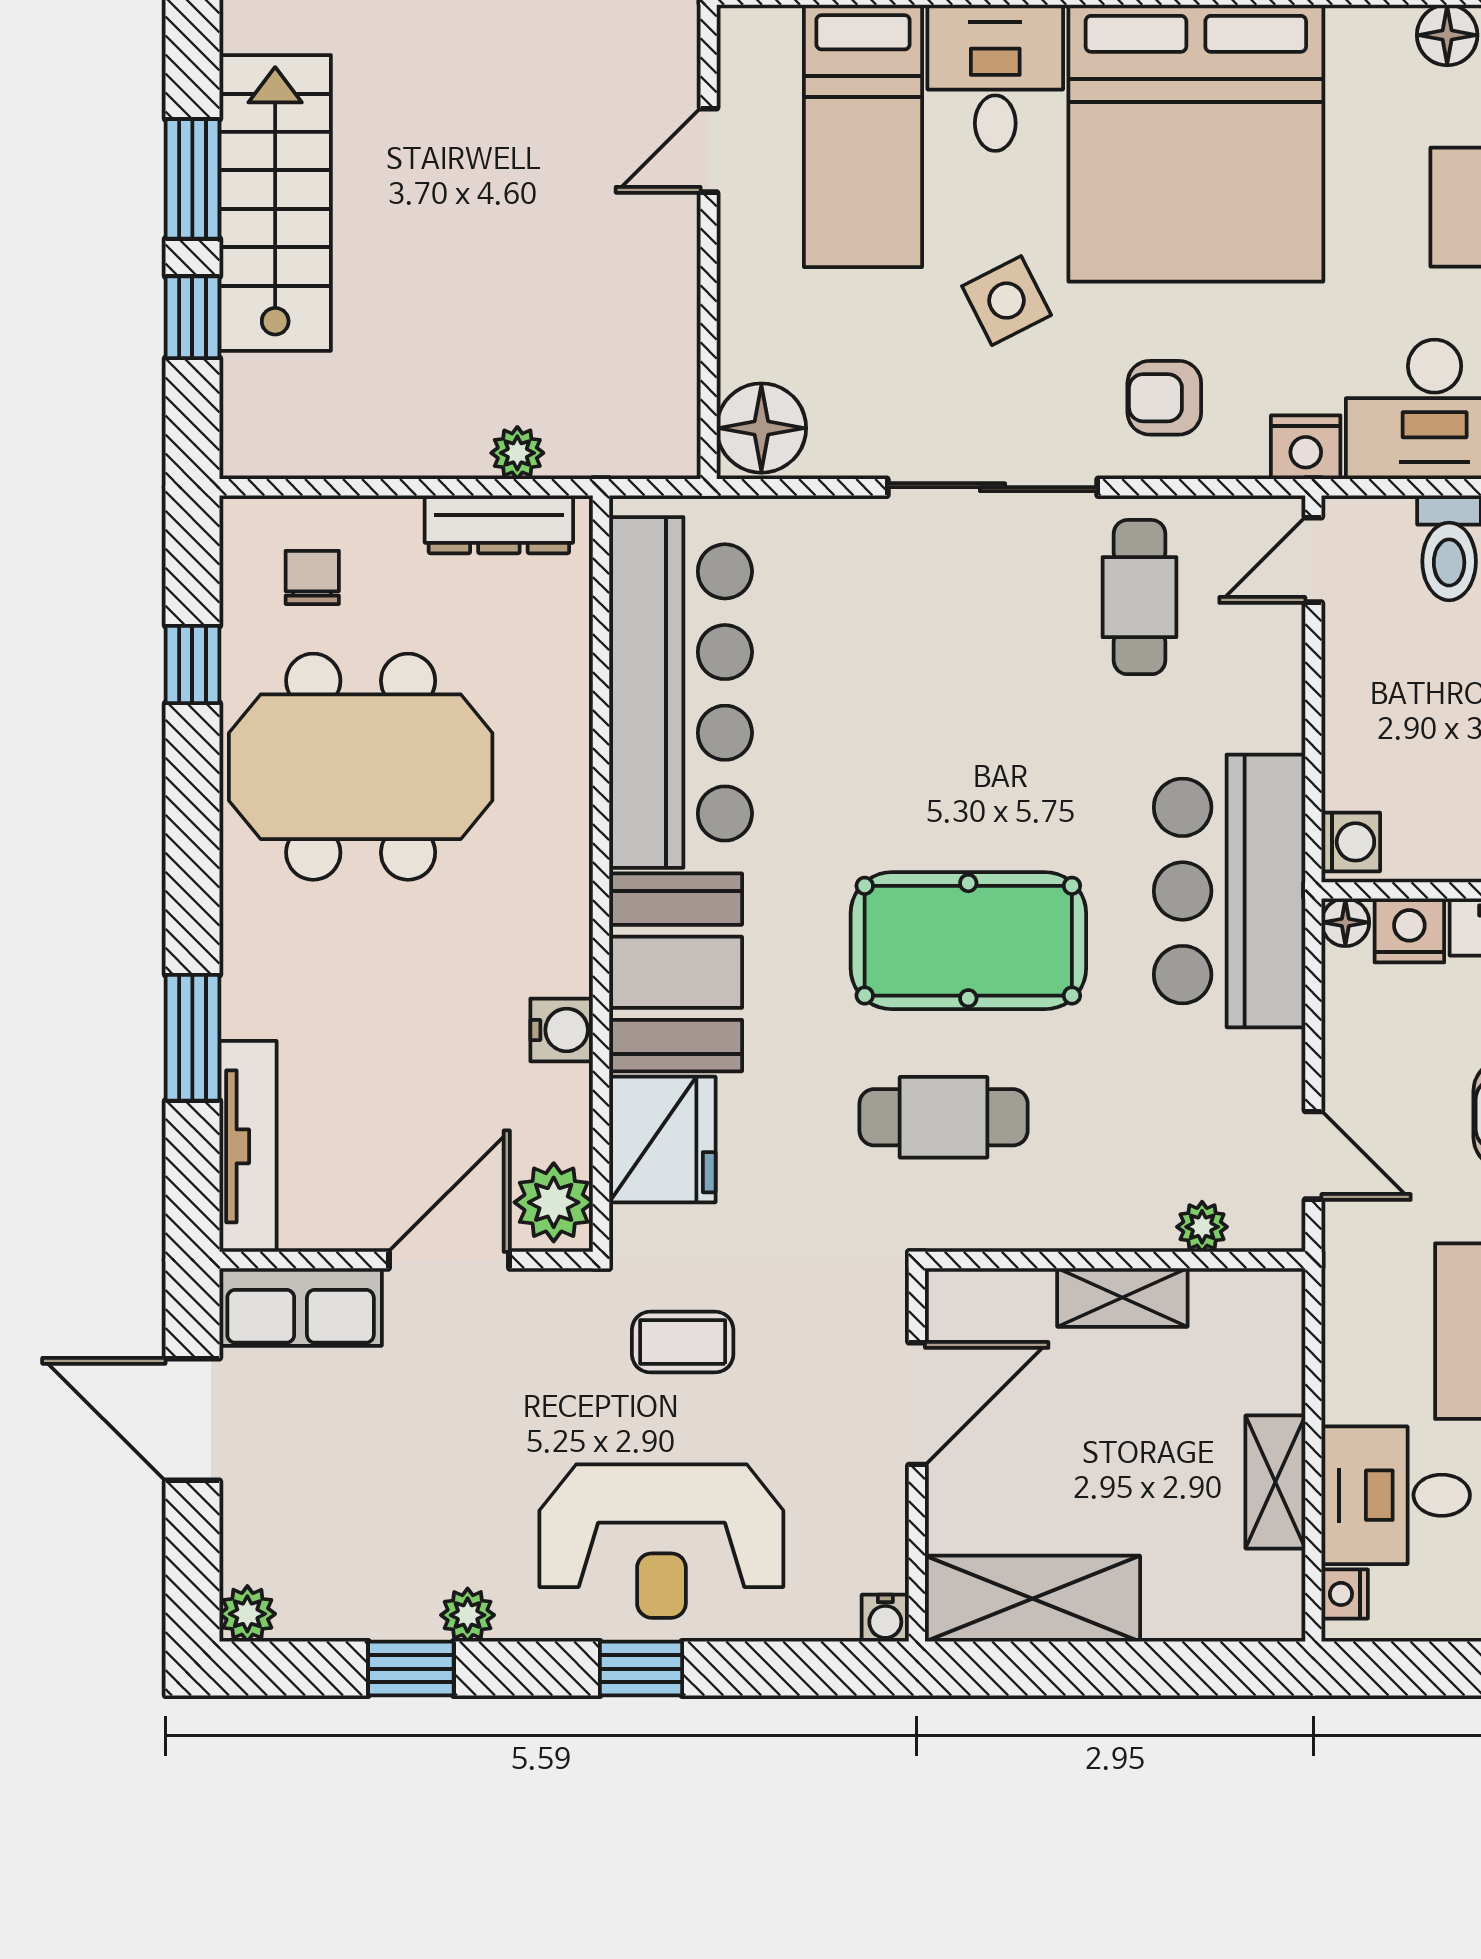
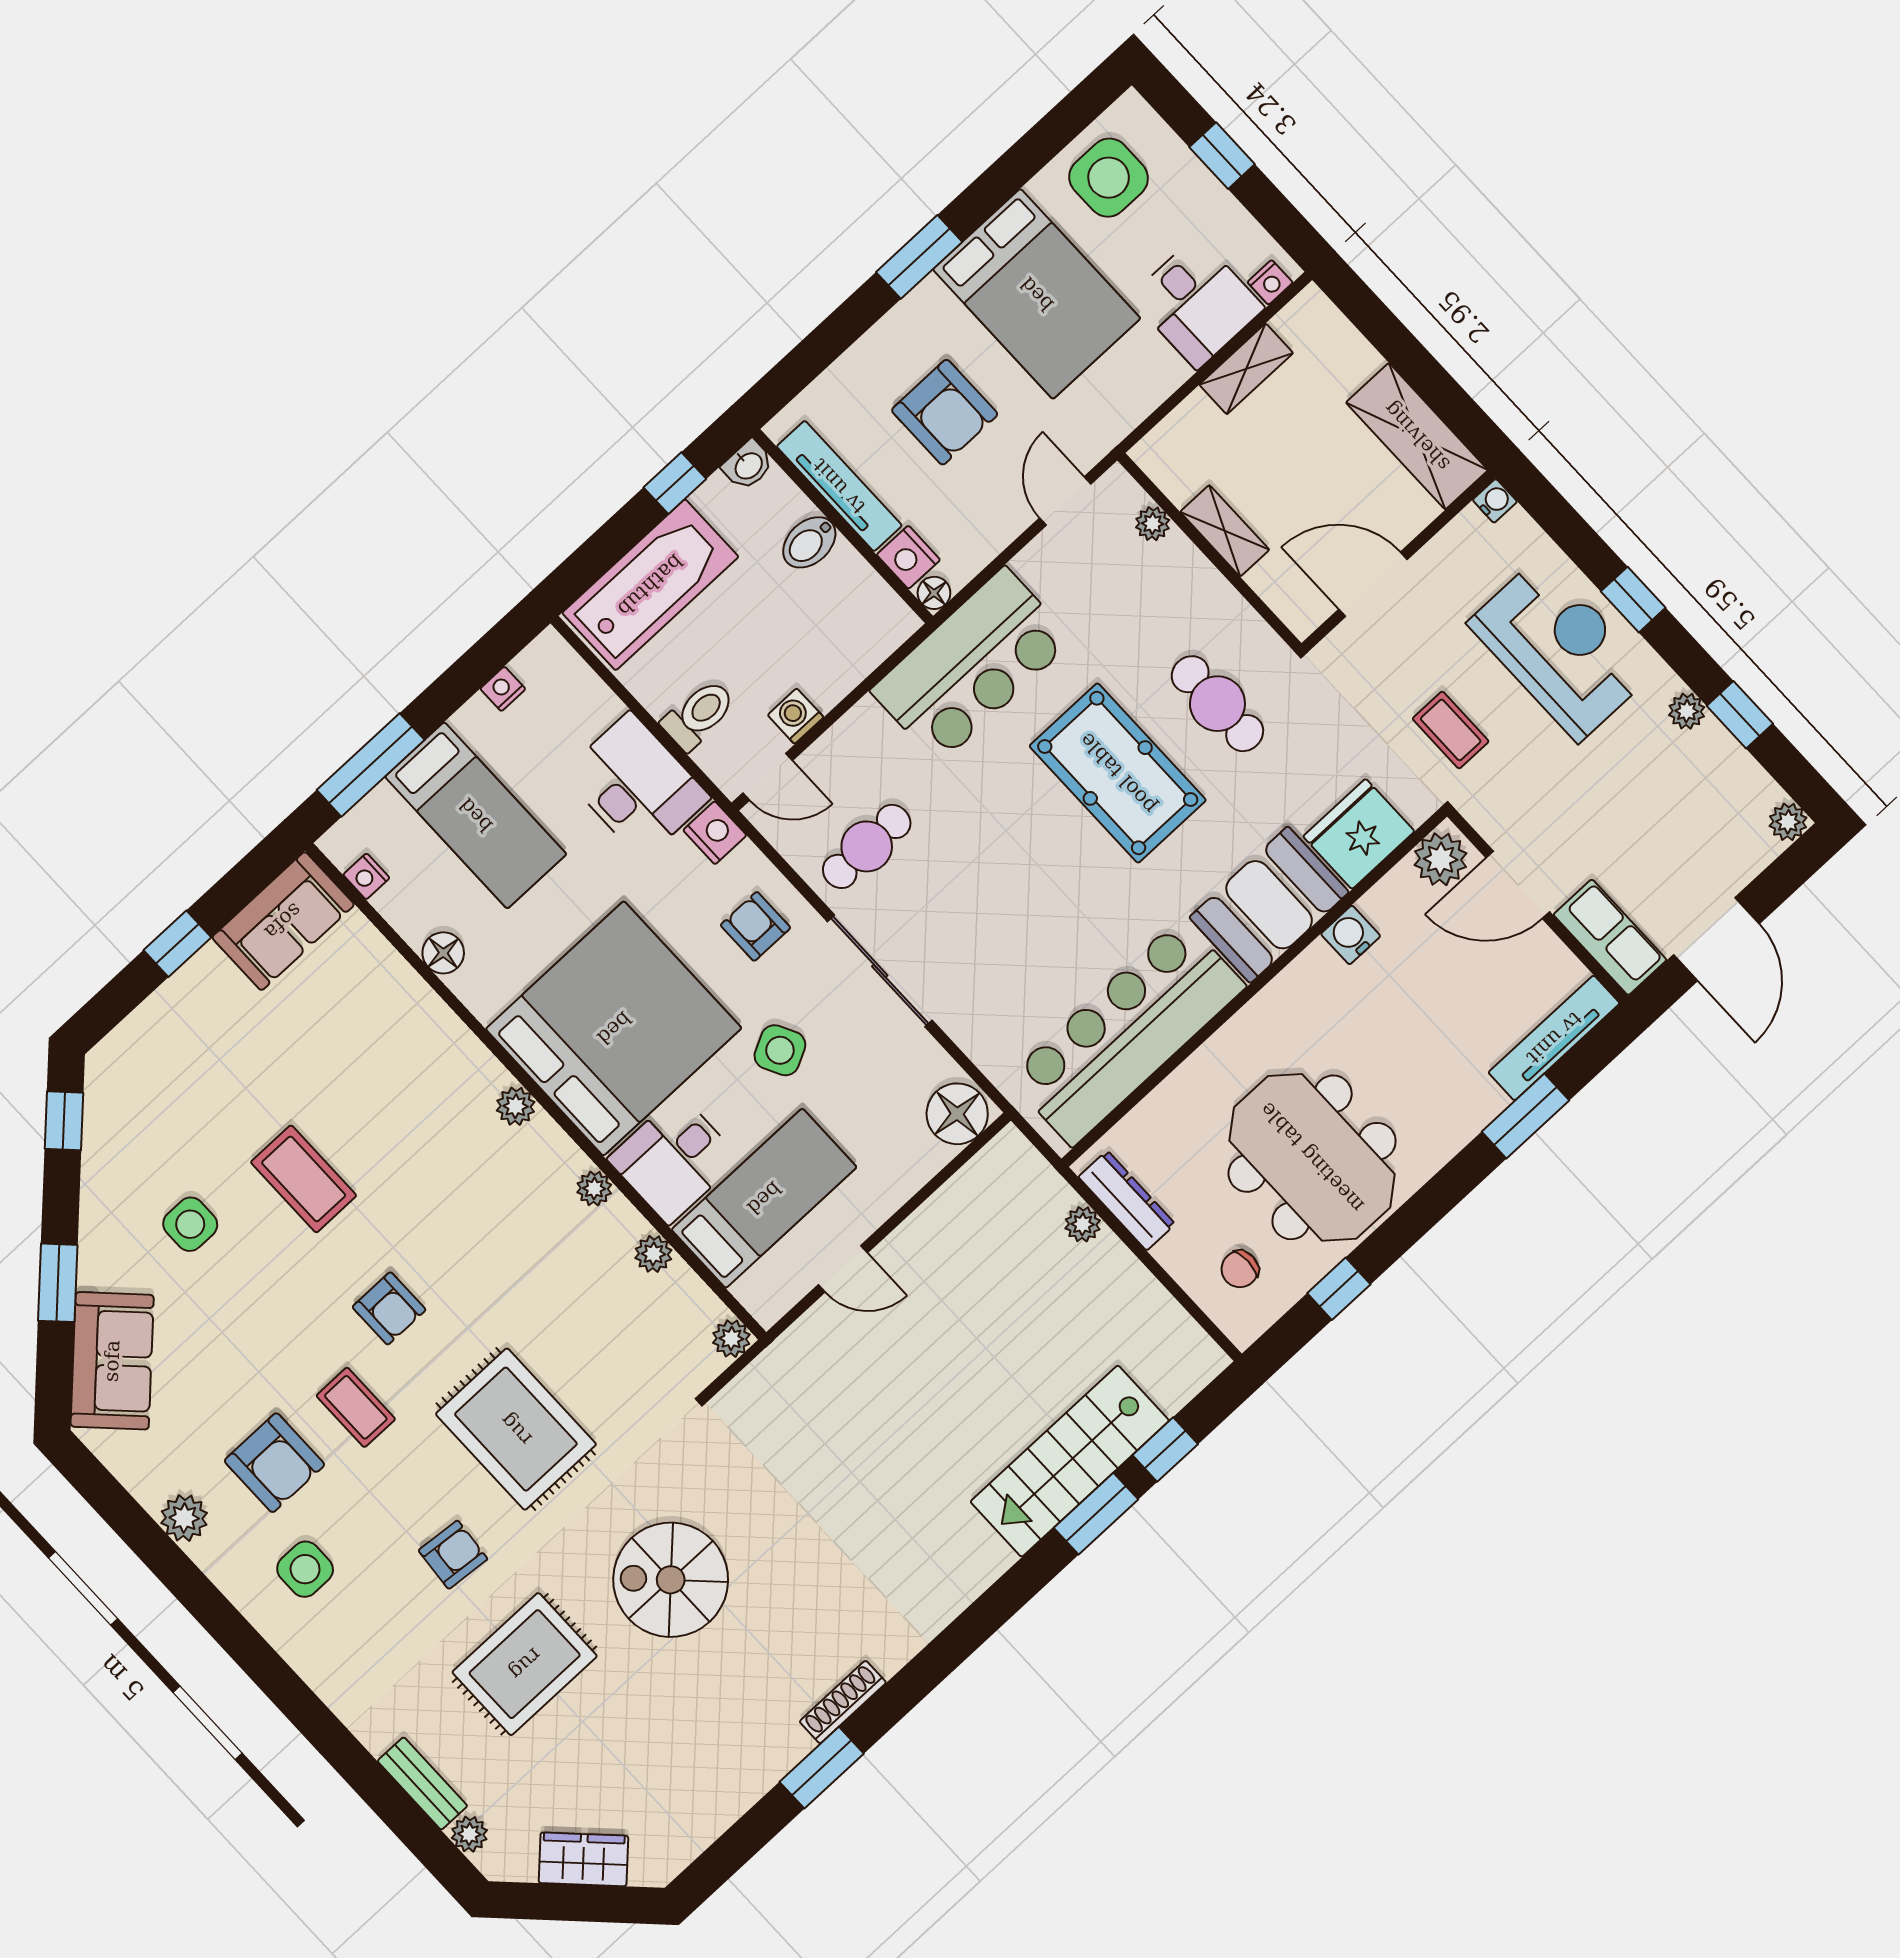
armchair: (1164, 398) -> (755, 926), turned 180
washing machine: (1351, 842) -> (796, 716), moved

